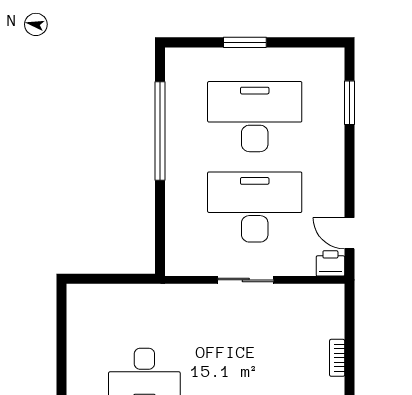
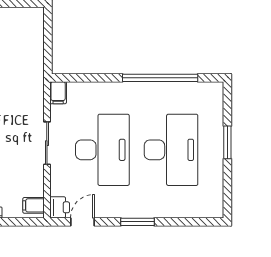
window: (349, 103) -> (138, 222), moved
filing cabinet: (179, 265) -> (58, 93), added
filing cabinet: (328, 298) -> (34, 205), added

